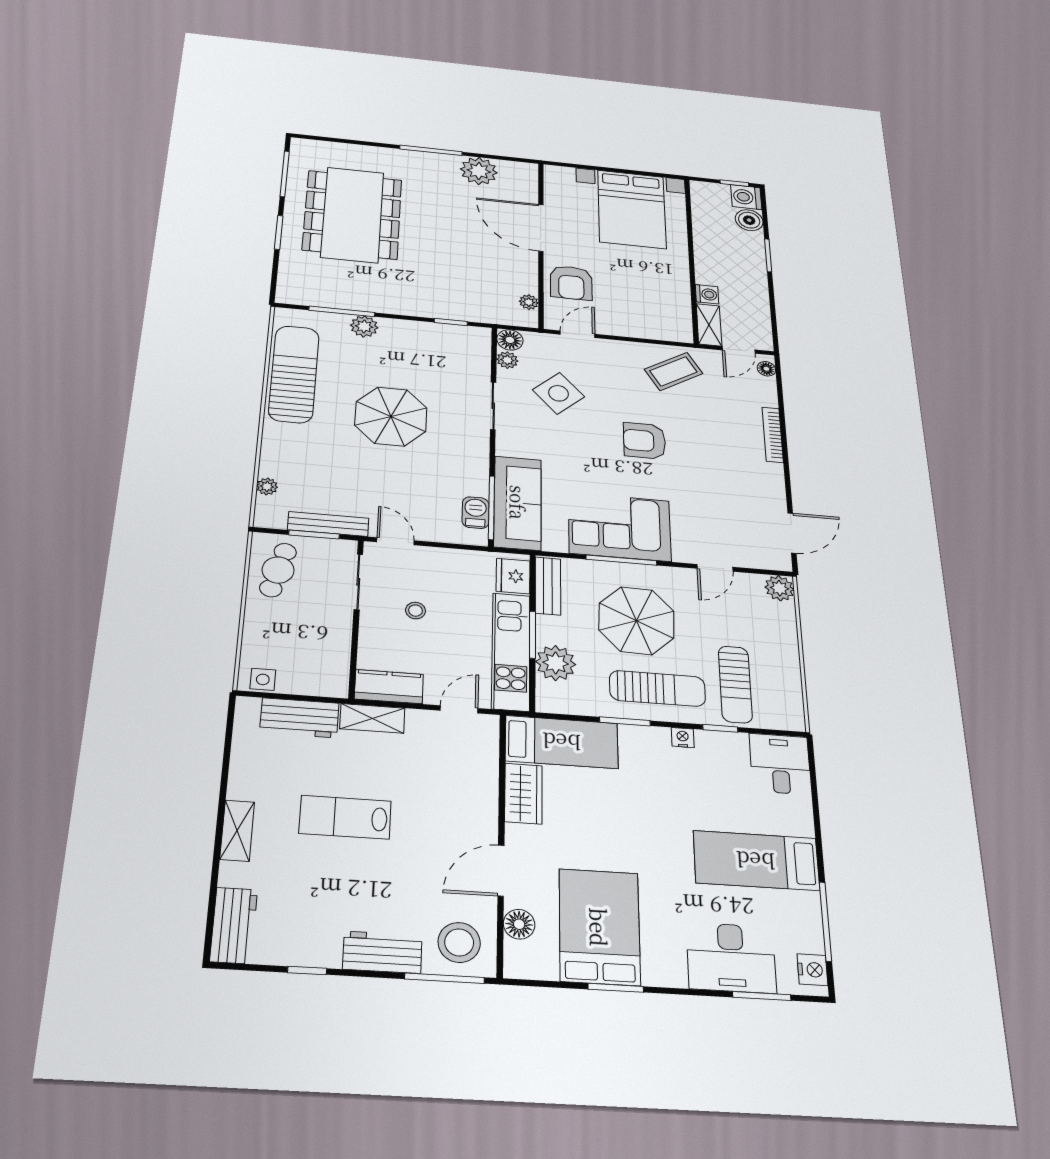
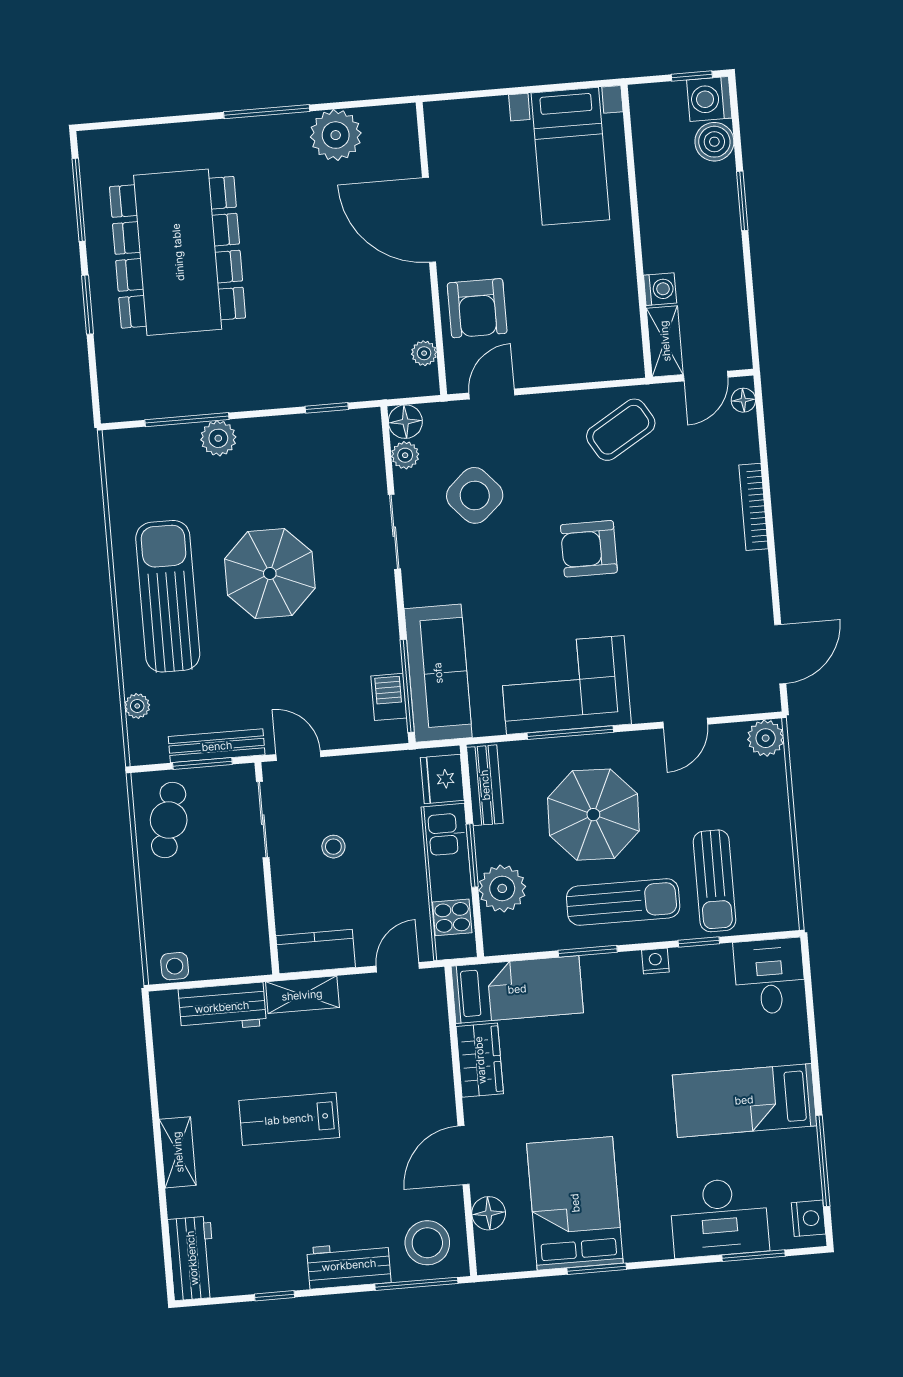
bed with nightstands: (632, 209) -> (570, 156), width x0.73
sun lounger: (294, 374) -> (168, 596), moved

